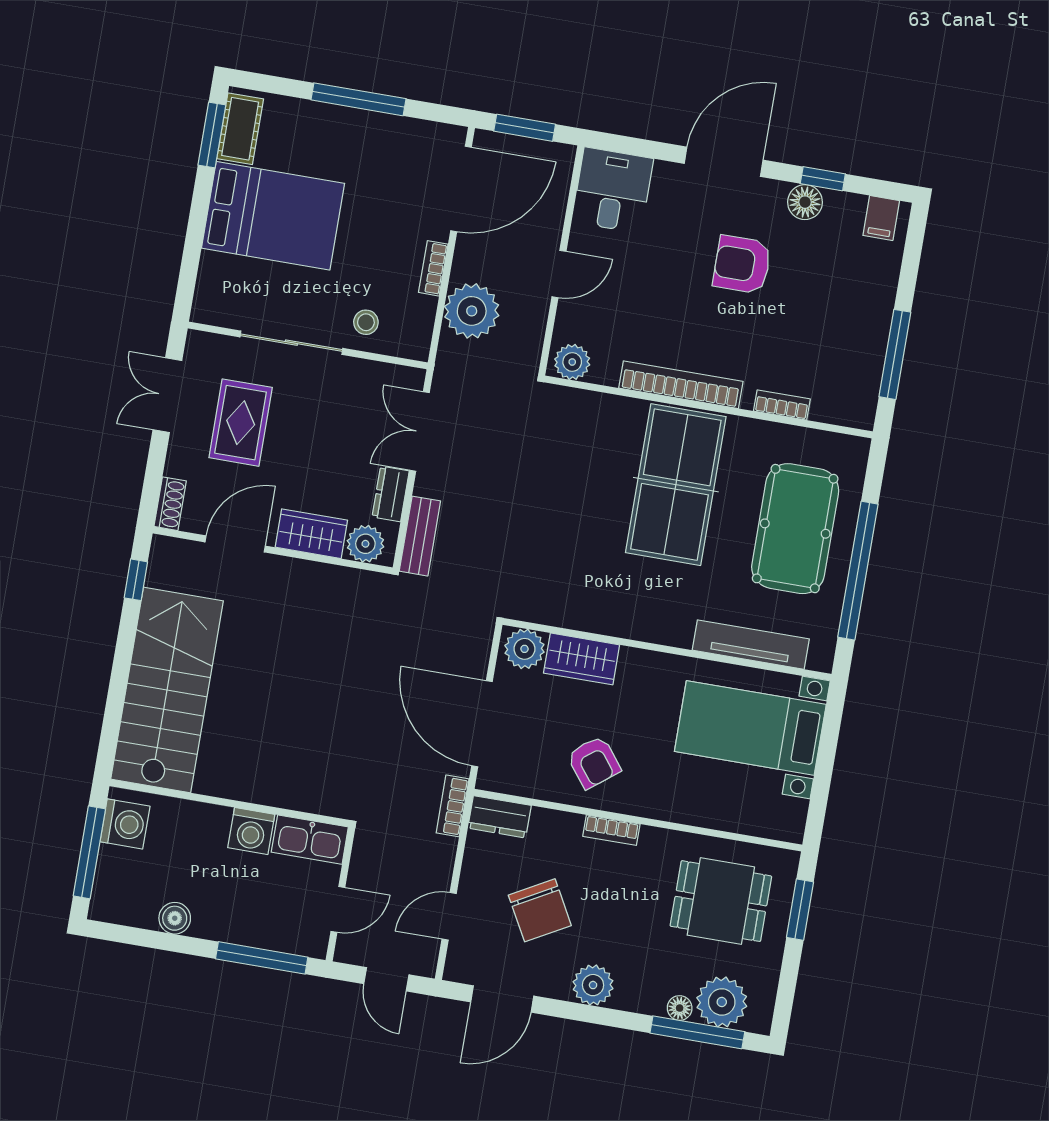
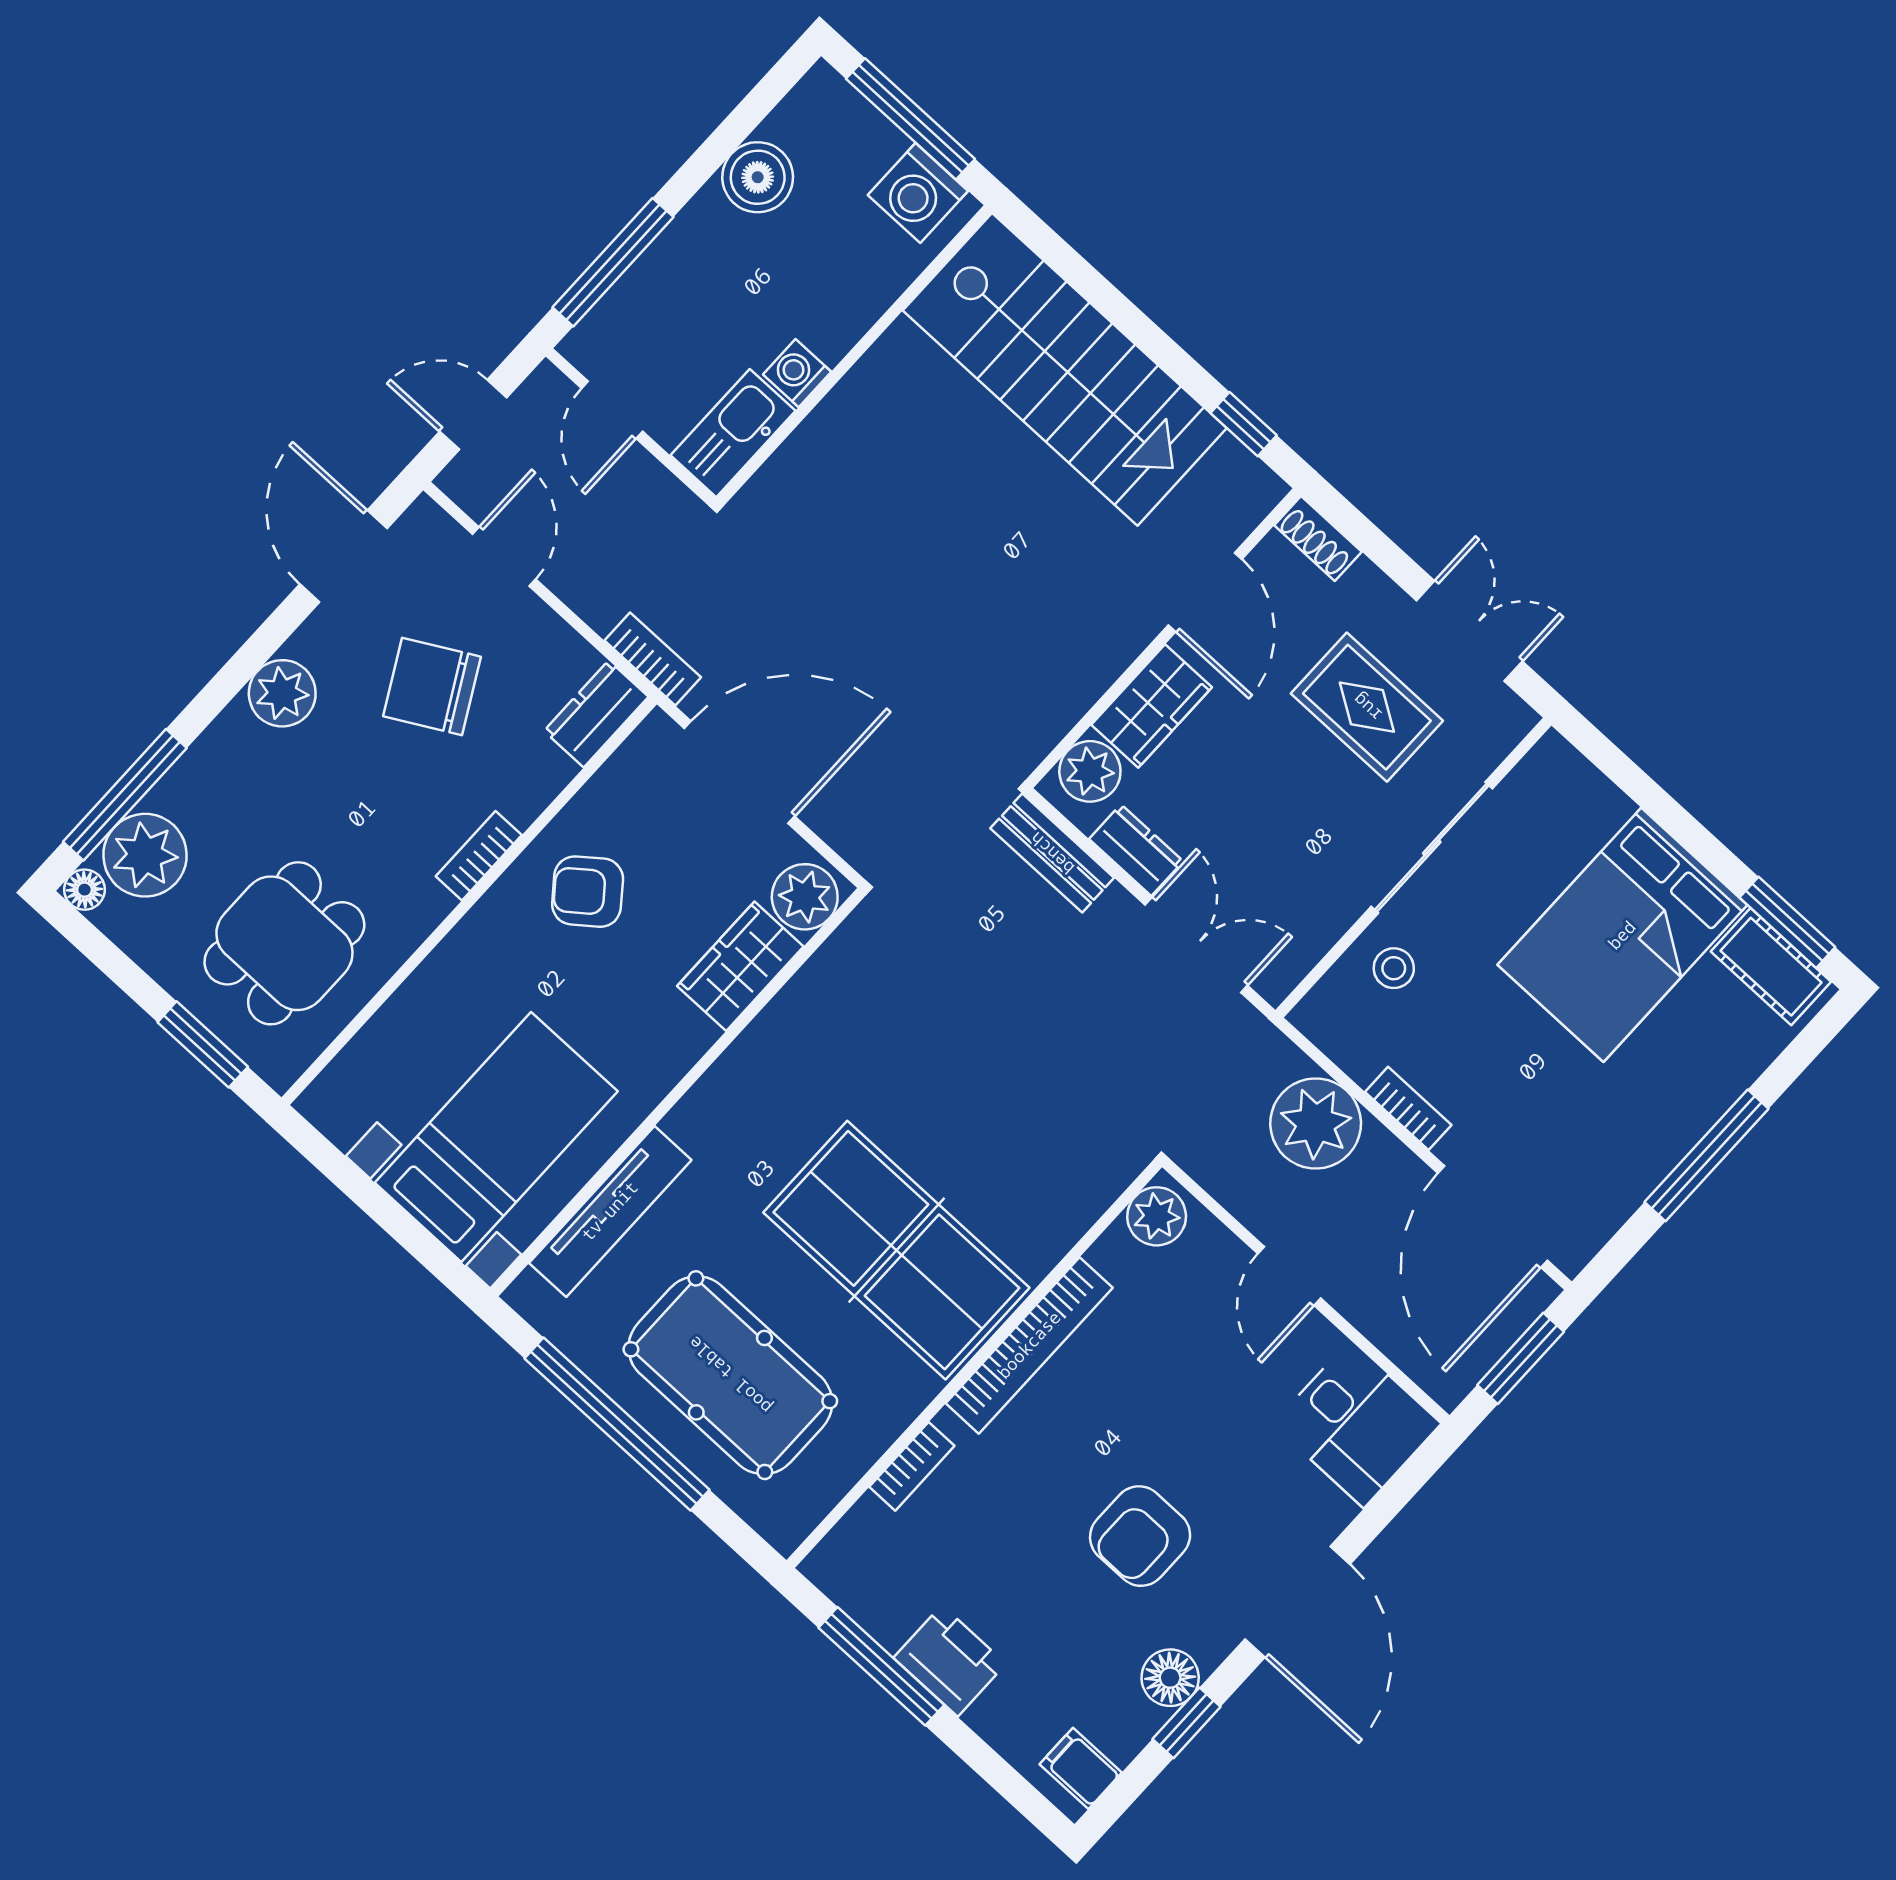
armchair: (742, 265) -> (1140, 1536), turned 180
printer: (869, 321) -> (950, 1661), added
washing machine: (251, 831) -> (797, 373), width x0.73, depth x0.73
boiler: (175, 918) -> (758, 177), width x1.36, depth x1.36
floor lamp: (680, 1008) -> (85, 890), moved

